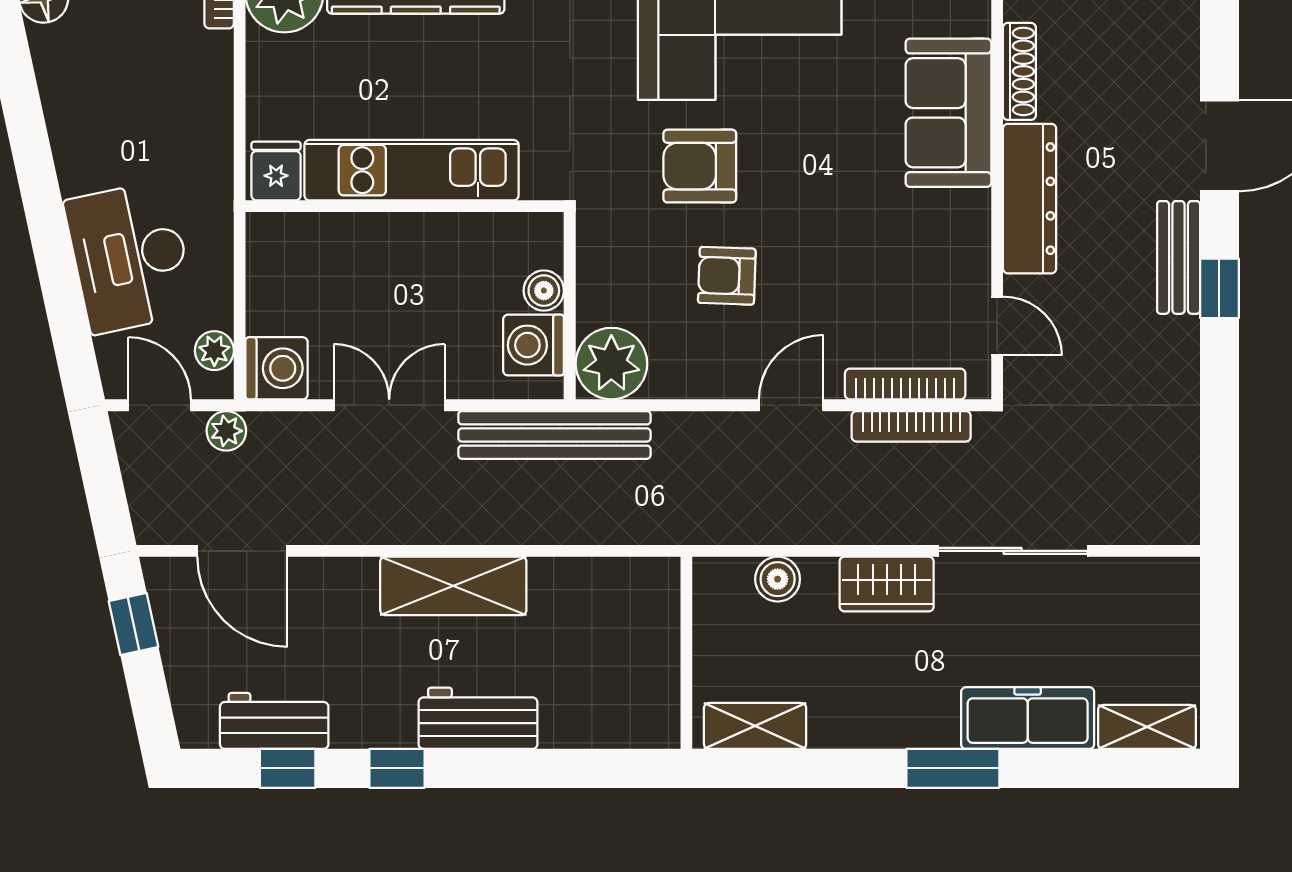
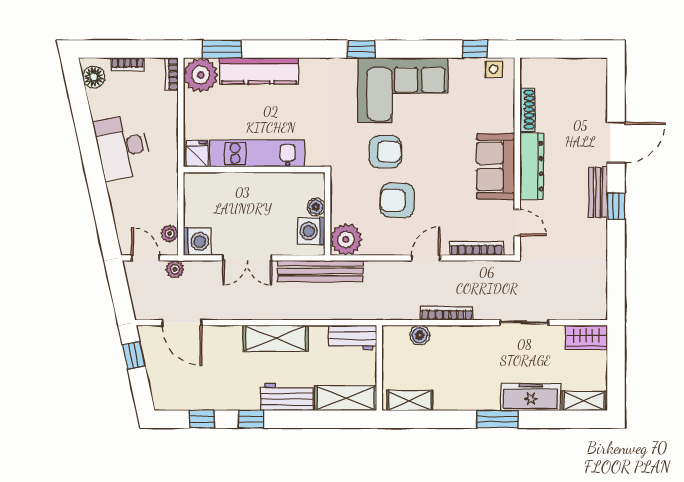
sofa: (948, 113) -> (496, 166), moved
armchair: (700, 166) -> (385, 152), turned 180
desk: (130, 257) -> (122, 147), moved
armchair: (727, 276) -> (397, 200), width x1.38, depth x1.38
double door: (389, 405) -> (247, 258), swing flipped
bookcase: (911, 426) -> (446, 313), moved, turned 180
sliding door: (1013, 551) -> (524, 323), width x0.73
wardrobe: (887, 584) -> (586, 337), moved
workbench: (274, 721) -> (353, 338), moved, turned 180
shelving: (611, 721) -> (346, 398), added

